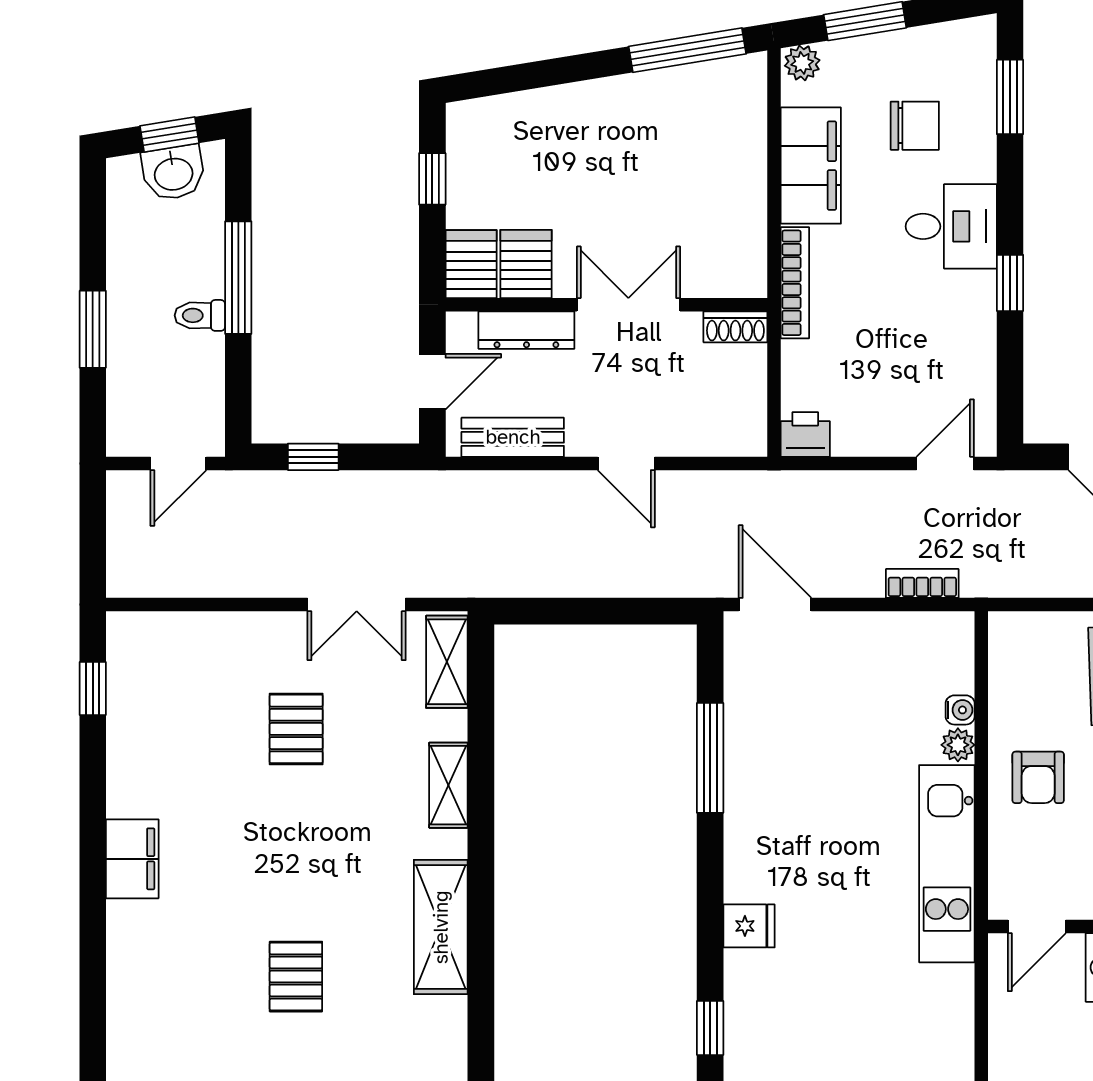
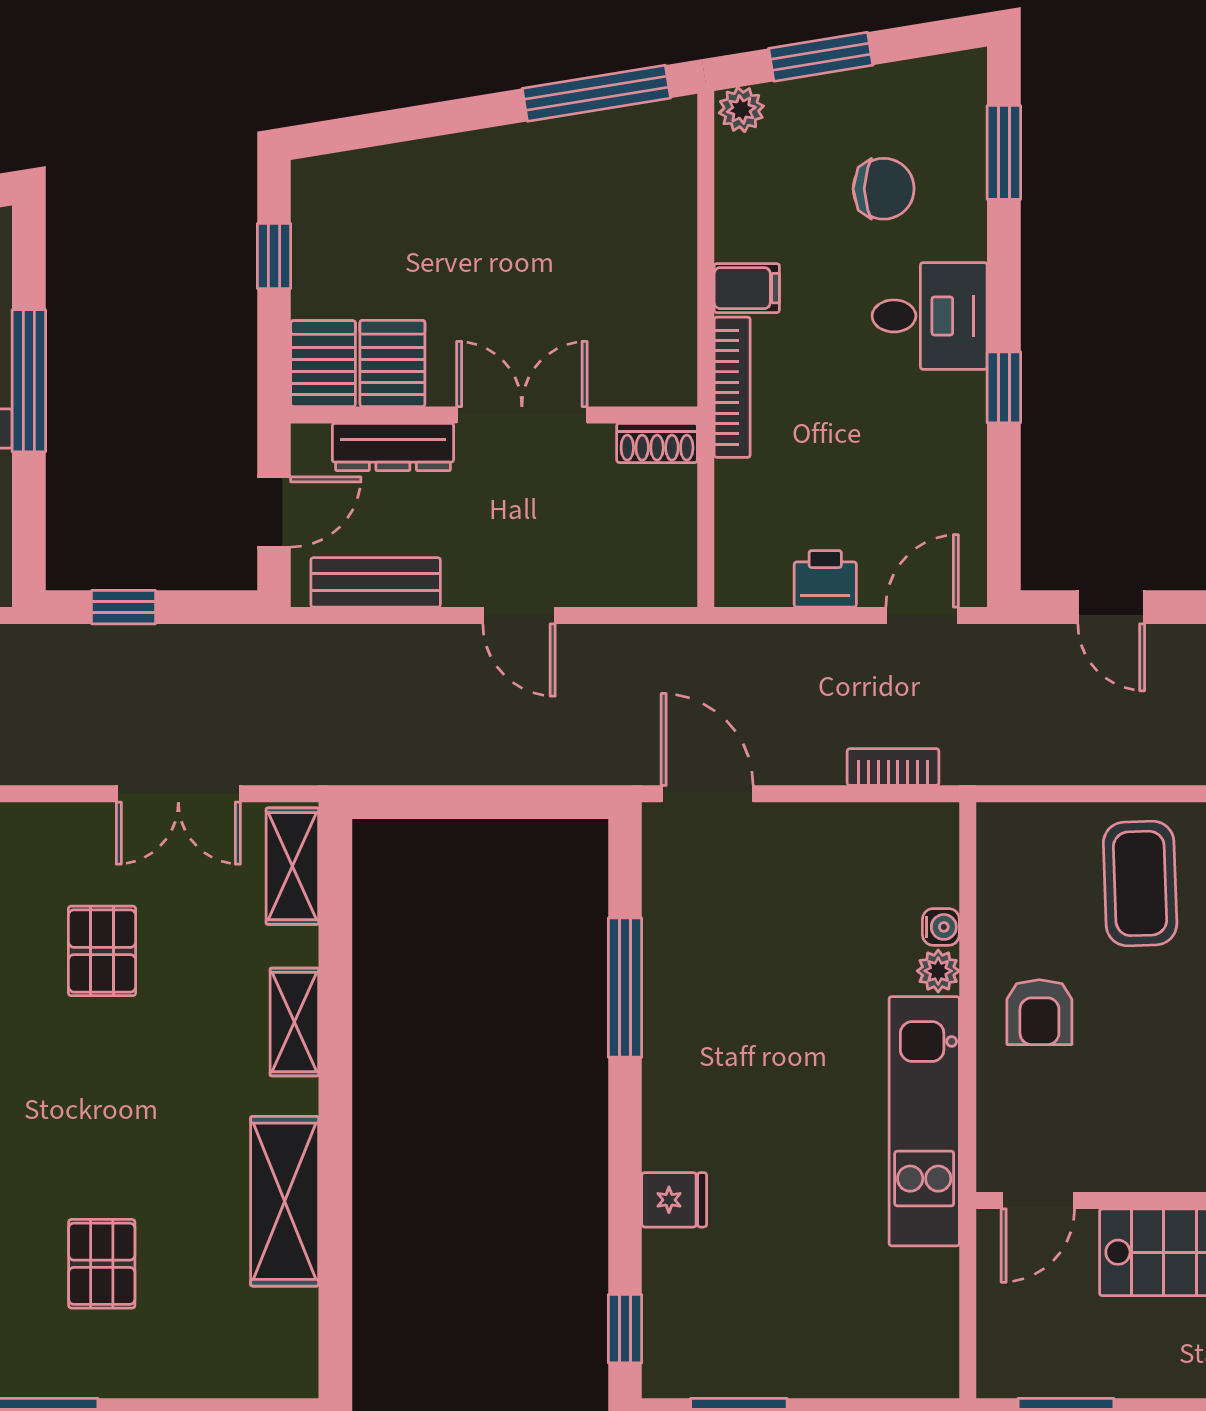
filing cabinet: (811, 166) -> (747, 288), width x0.33, depth x0.86
printer: (805, 434) -> (825, 579), moved

